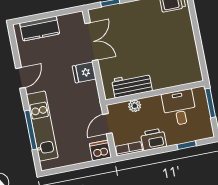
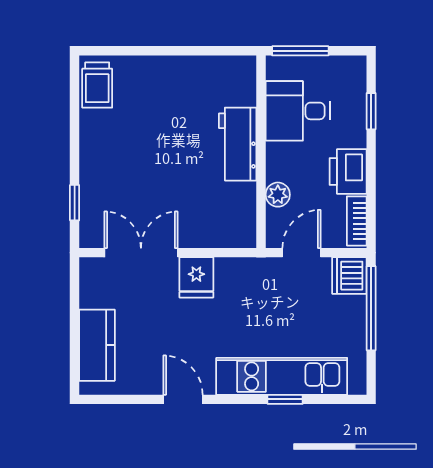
workbench: (132, 85) -> (238, 144), moved
door: (107, 124) -> (301, 253), swing flipped
window: (31, 130) -> (285, 399), width x0.46
window: (86, 165) -> (371, 308), added

